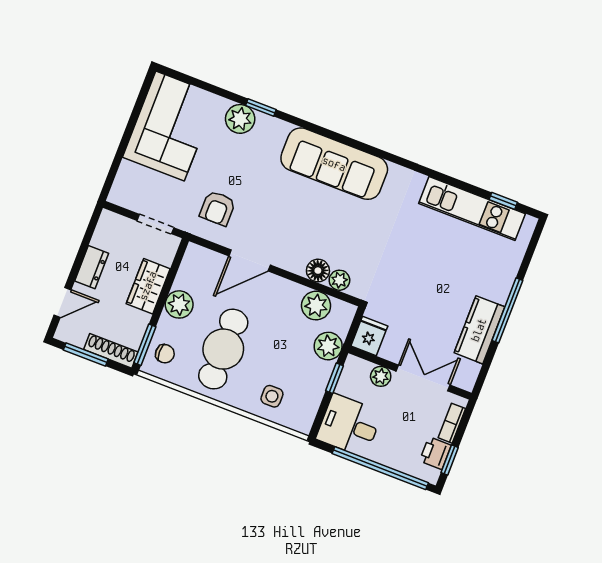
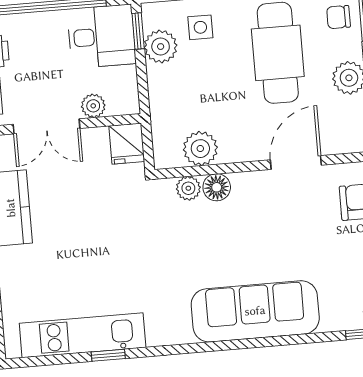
window: (503, 201) -> (108, 355), moved
plant: (328, 346) -> (161, 47), moved
window: (335, 378) -> (138, 31), moved

